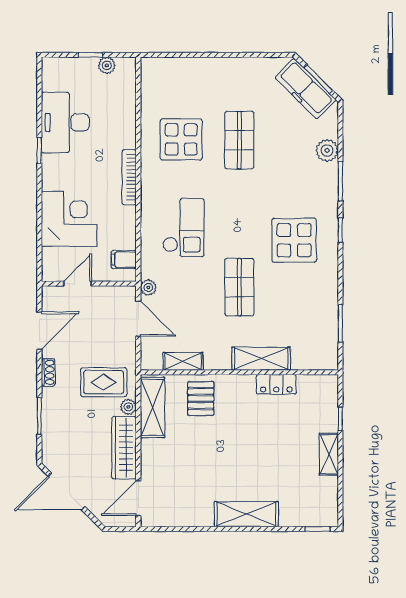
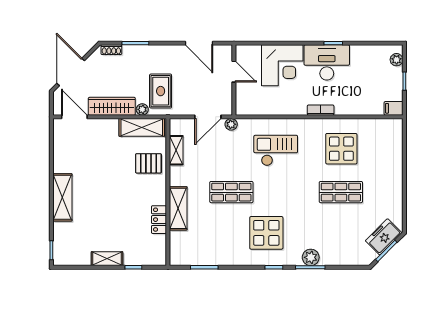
plant: (107, 65) -> (397, 60), moved
freezer: (305, 89) -> (384, 237), width x0.71
desk: (65, 122) -> (327, 62), moved
plant: (327, 150) -> (311, 257), moved
bookcase: (129, 177) -> (321, 110), width x0.64
checkout: (183, 228) -> (276, 150), turned 180
filing cabinet: (124, 260) -> (394, 108), moved, turned -90
shoe rack: (48, 372) -> (111, 50), moved
door: (66, 491) -> (71, 72), moved

